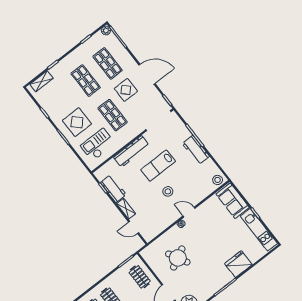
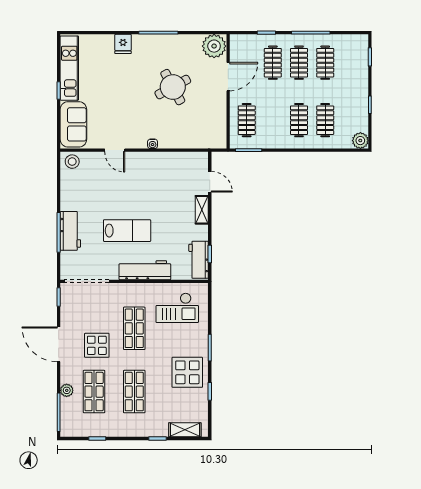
plant: (106, 30) -> (67, 390), moved
display table: (77, 122) -> (187, 372), moved
workbench: (196, 150) -> (70, 231), moved
workbench: (113, 189) -> (199, 260), moved
stool: (168, 191) -> (139, 192), removed
door: (189, 212) -> (115, 150), moved
round table: (178, 258) -> (173, 87), moved
fridge: (238, 264) -> (123, 44), width x0.53, depth x0.75

